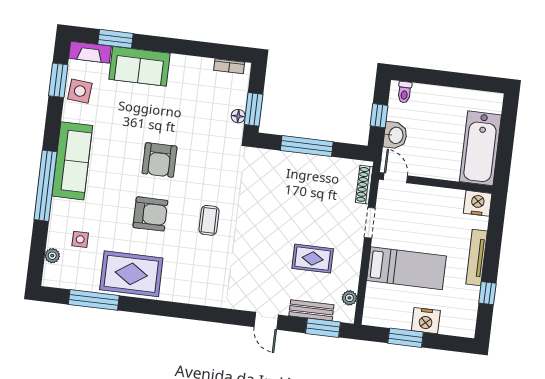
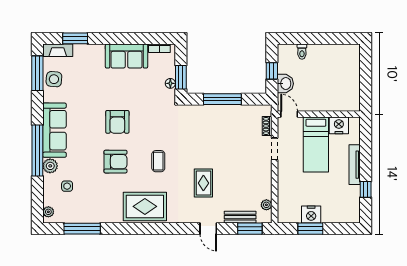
sofa: (139, 66) -> (126, 56), moved
window: (58, 80) -> (37, 73), width x1.44
toilet: (404, 92) -> (302, 52), moved
bathtub: (480, 148) -> (348, 85), removed
shoe rack: (364, 185) -> (267, 126), width x0.70
nightstand: (478, 203) -> (339, 125), moved
plant: (61, 209) -> (50, 166), added
plant: (52, 256) -> (48, 212), moved
rug: (313, 259) -> (203, 183), moved, turned 90
bed: (406, 268) -> (316, 145), moved, turned 90
rug: (131, 274) -> (145, 206), moved
nightstand: (426, 321) -> (311, 215), moved

